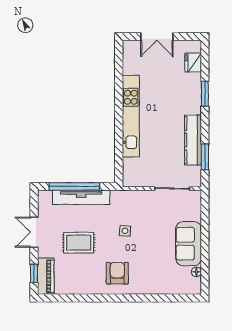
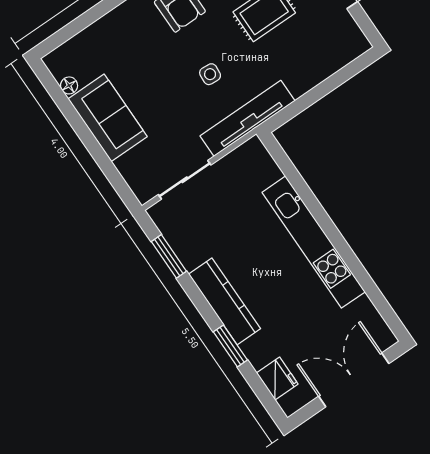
double door: (157, 37) -> (354, 380), width x1.37
kitchen counter: (193, 140) -> (225, 301), moved
window: (74, 186) -> (325, 88), removed
tv unit: (81, 197) -> (247, 118), moved

